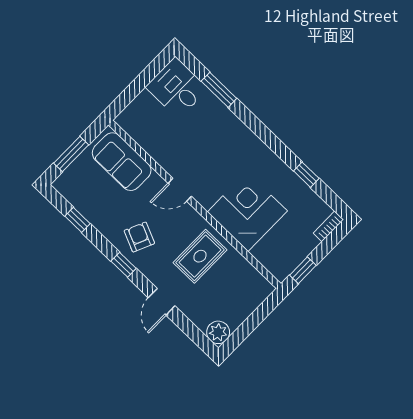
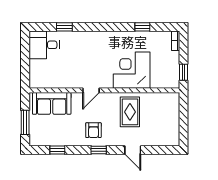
window: (219, 90) -> (64, 27), width x0.67
armchair: (139, 237) -> (93, 130), turned -114
plant: (218, 332) -> (172, 139), removed

